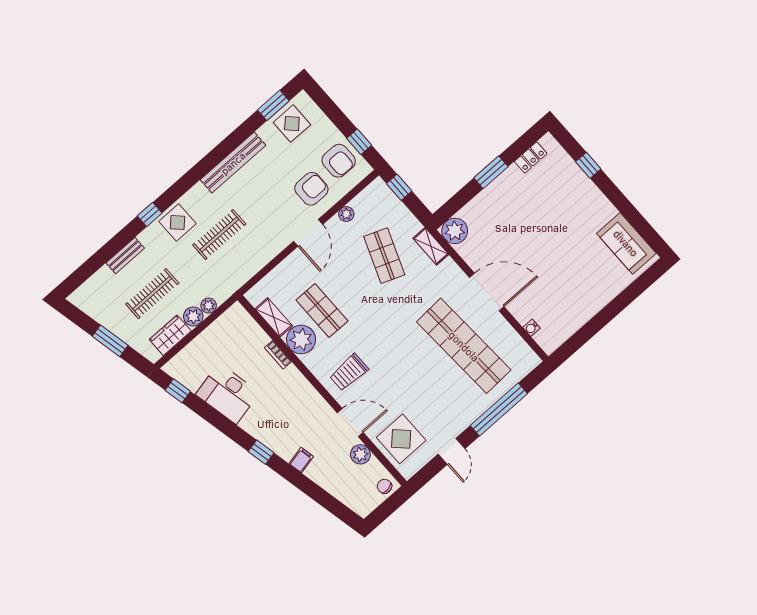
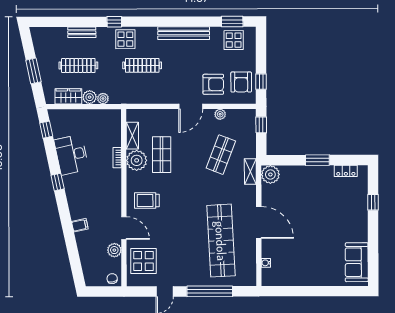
window: (261, 452) -> (58, 182), moved

